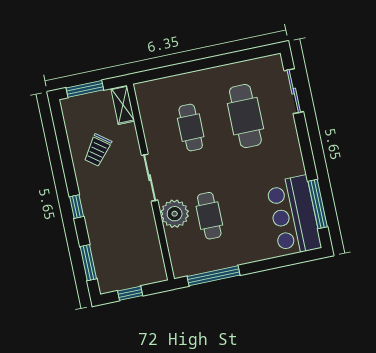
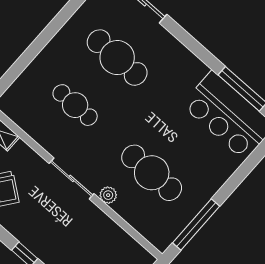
plant: (175, 214) -> (108, 195), width x0.53, depth x0.53
cafe table: (209, 216) -> (152, 173), width x1.37, depth x1.35

